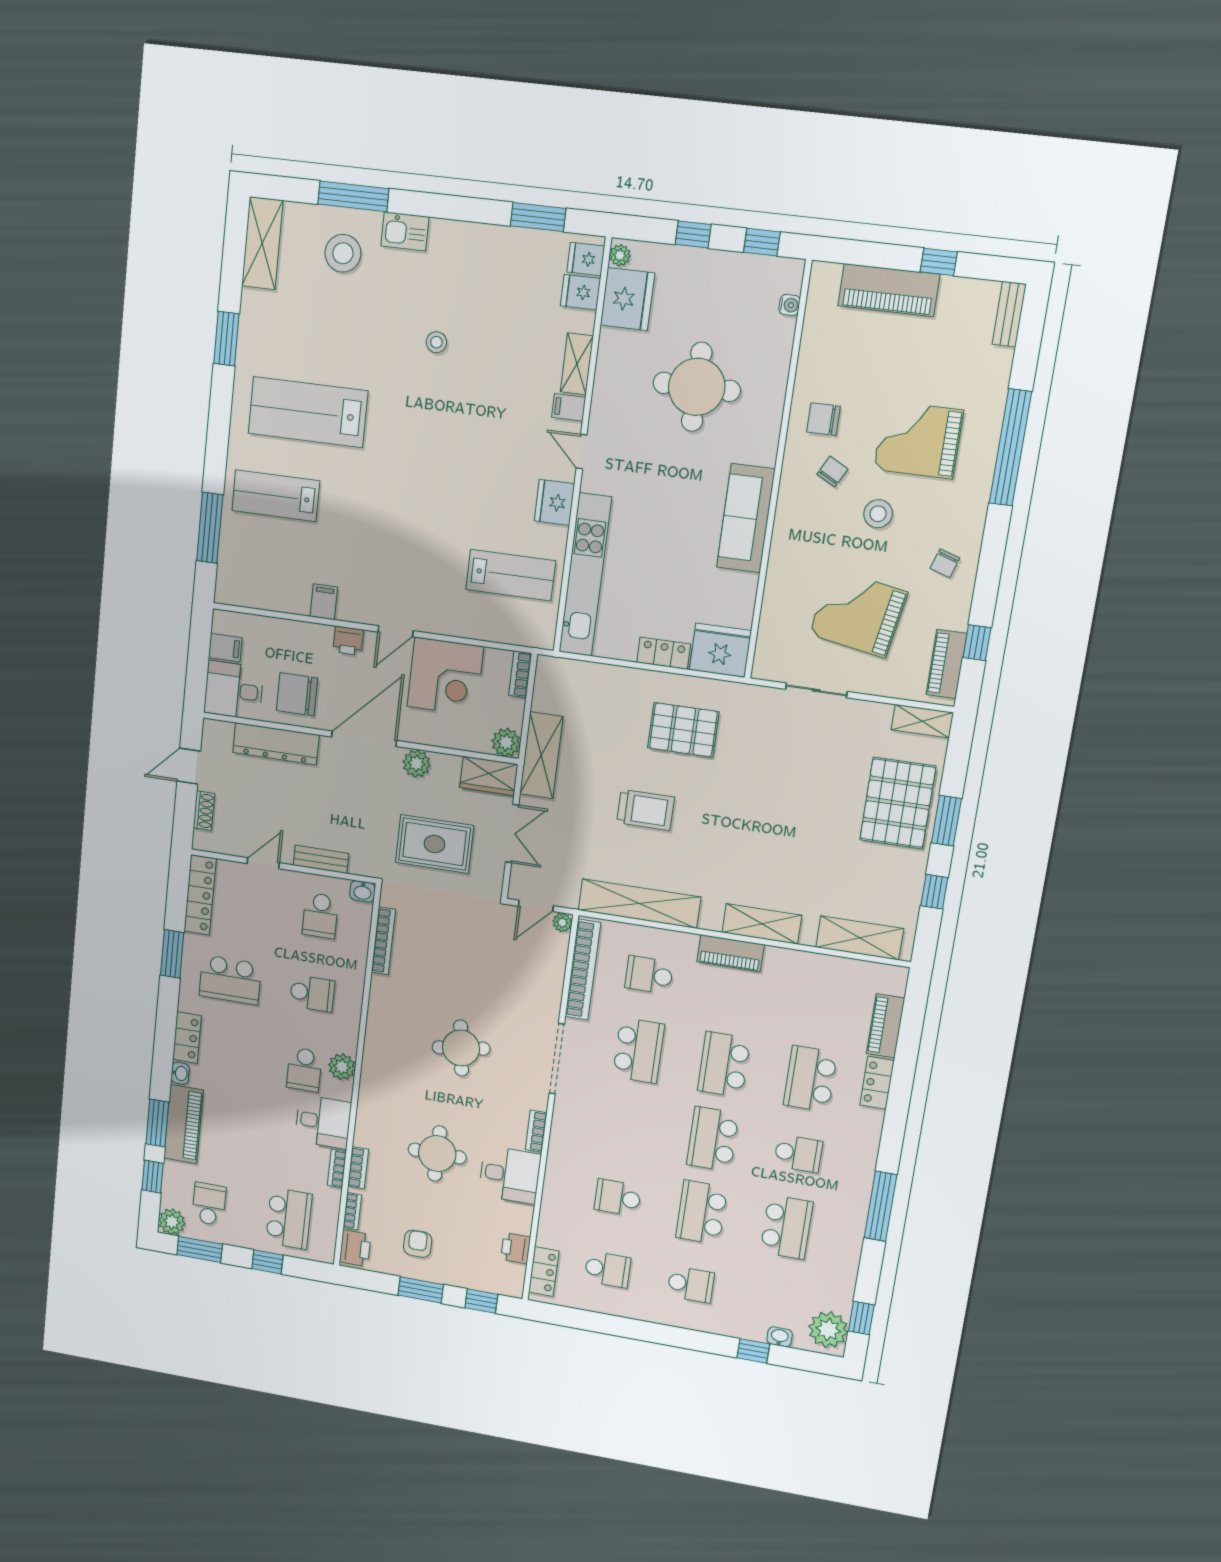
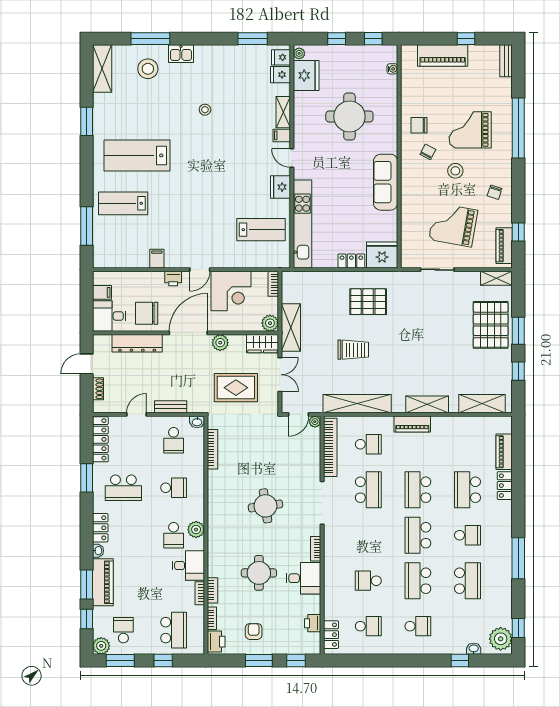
school desk: (649, 975) -> (368, 444), turned 180

